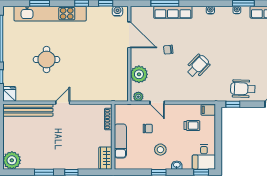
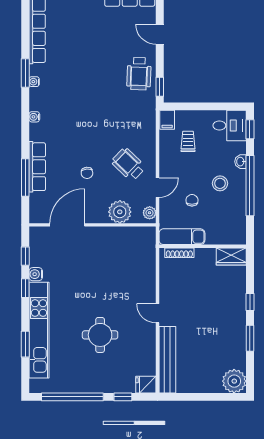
water cooler: (117, 11) -> (36, 274), moved
wheelchair: (198, 66) -> (128, 164), moved
exam couch: (120, 141) -> (182, 237), moved
window: (159, 172) -> (250, 186), width x3.17

